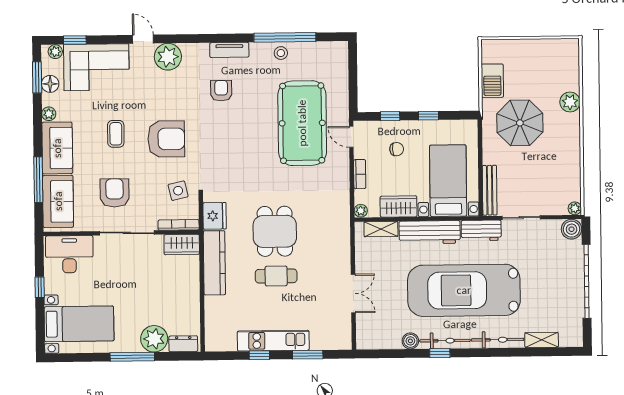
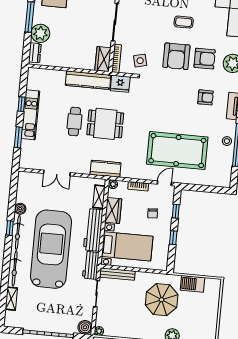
armchair: (115, 193) -> (205, 59), moved
kitchen counter: (339, 224) -> (106, 169), added

